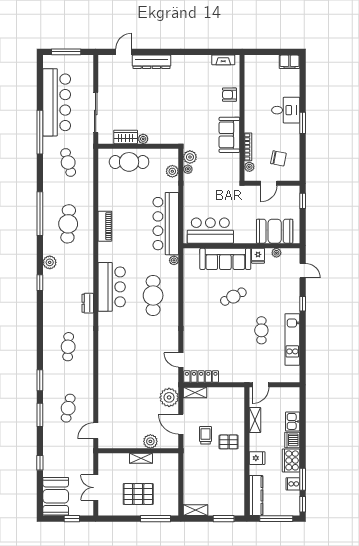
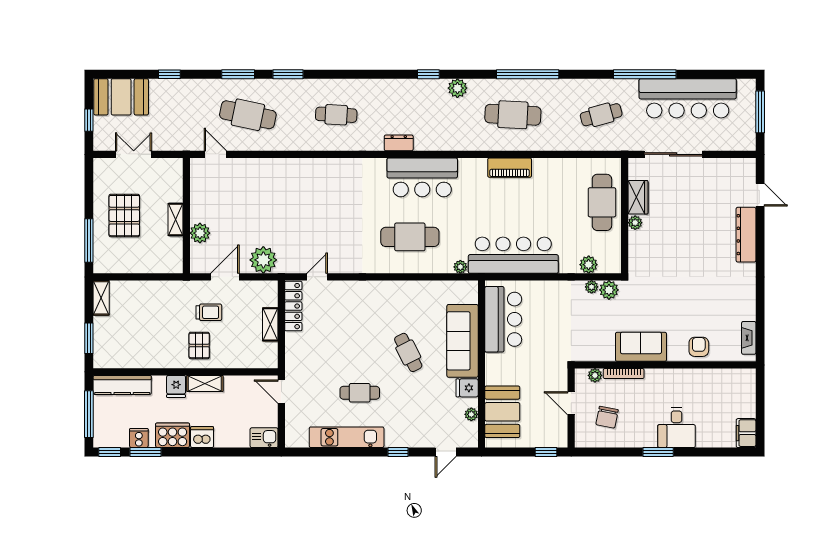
shelving: (195, 393) -> (270, 324), moved
cafe table: (68, 408) -> (248, 115), width x1.37, depth x1.35
shelving: (255, 420) -> (205, 383), moved
kitchen sink: (293, 421) -> (264, 438), moved

